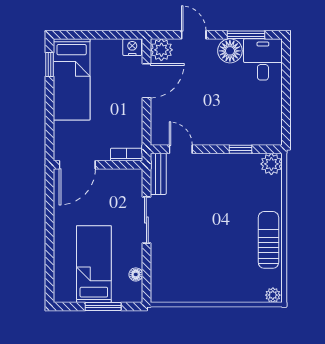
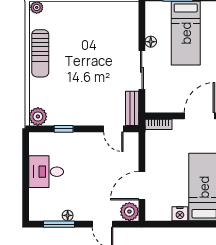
nightstand: (132, 47) -> (180, 214), moved
floor lamp: (230, 51) -> (68, 215), width x0.53, depth x0.53
desk: (263, 59) -> (46, 172), moved, turned 90
floor lamp: (136, 274) -> (151, 42), moved

